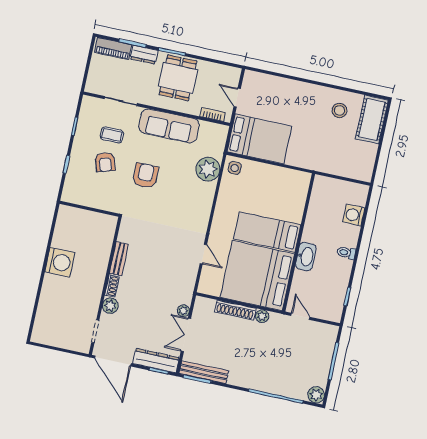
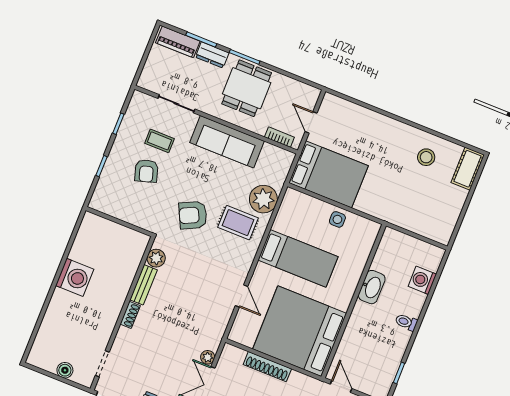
cot: (372, 119) -> (468, 169), width x0.73, depth x0.75
side table: (235, 168) -> (337, 219), moved
armchair: (145, 176) -> (193, 215), moved, turned -116
rug: (190, 193) -> (238, 223), added
bed: (267, 232) -> (298, 258), moved, turned 180
washbasin: (306, 257) -> (372, 287), moved
plant: (110, 306) -> (156, 258), moved
plant: (262, 316) -> (297, 379), removed
boiler: (65, 342) -> (65, 370), added

